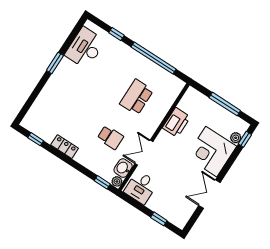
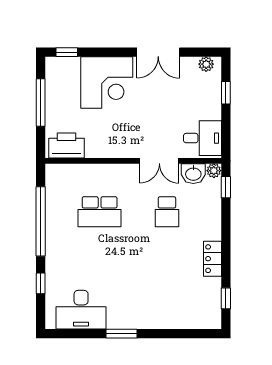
printer: (176, 122) -> (67, 146), moved
school desk: (110, 137) -> (167, 212), turned 180
plant: (236, 138) -> (206, 64), moved

